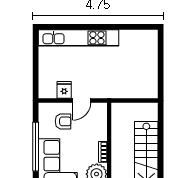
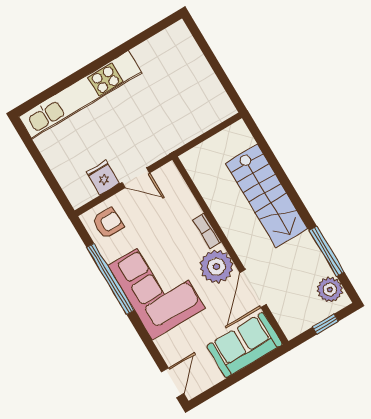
door: (82, 100) -> (136, 178), hinge flipped
armchair: (63, 121) -> (108, 223), moved

